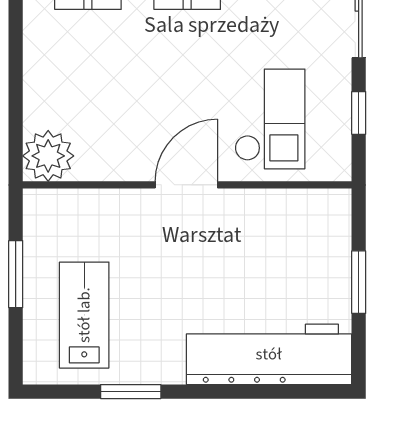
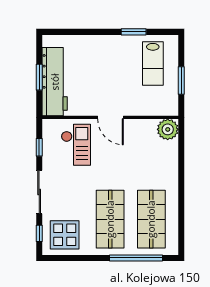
checkout: (270, 119) -> (76, 145), turned 180
door: (186, 185) -> (111, 117), hinge flipped
workbench: (269, 354) -> (55, 82), moved, turned -90

